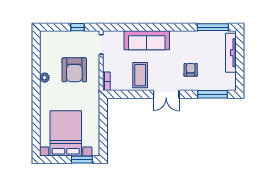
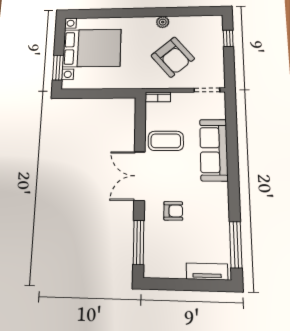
window: (78, 27) -> (228, 38), moved
tv unit: (231, 53) -> (207, 272), width x0.71
armchair: (74, 70) -> (173, 57), turned -130
double door: (166, 94) -> (139, 176), width x1.37

